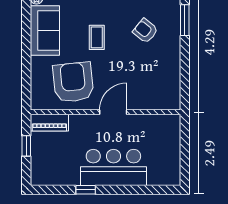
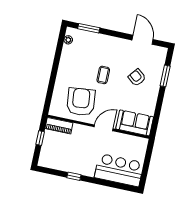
sofa: (45, 31) -> (135, 123), moved, turned -90
bar counter: (113, 167) -> (119, 170), moved

